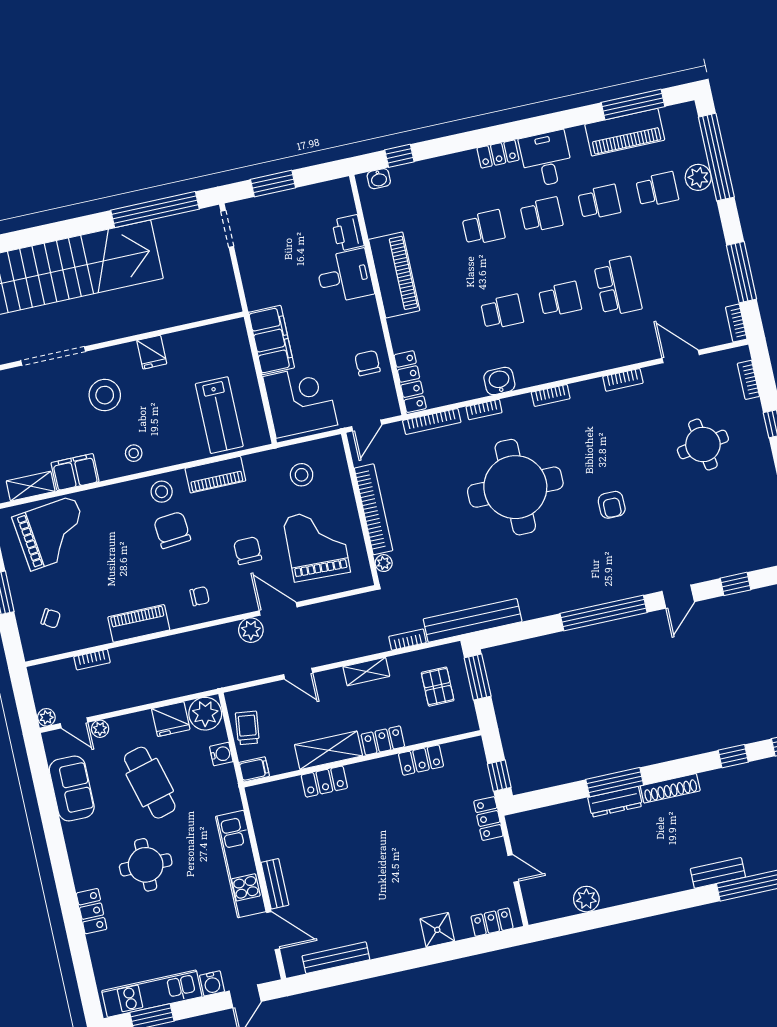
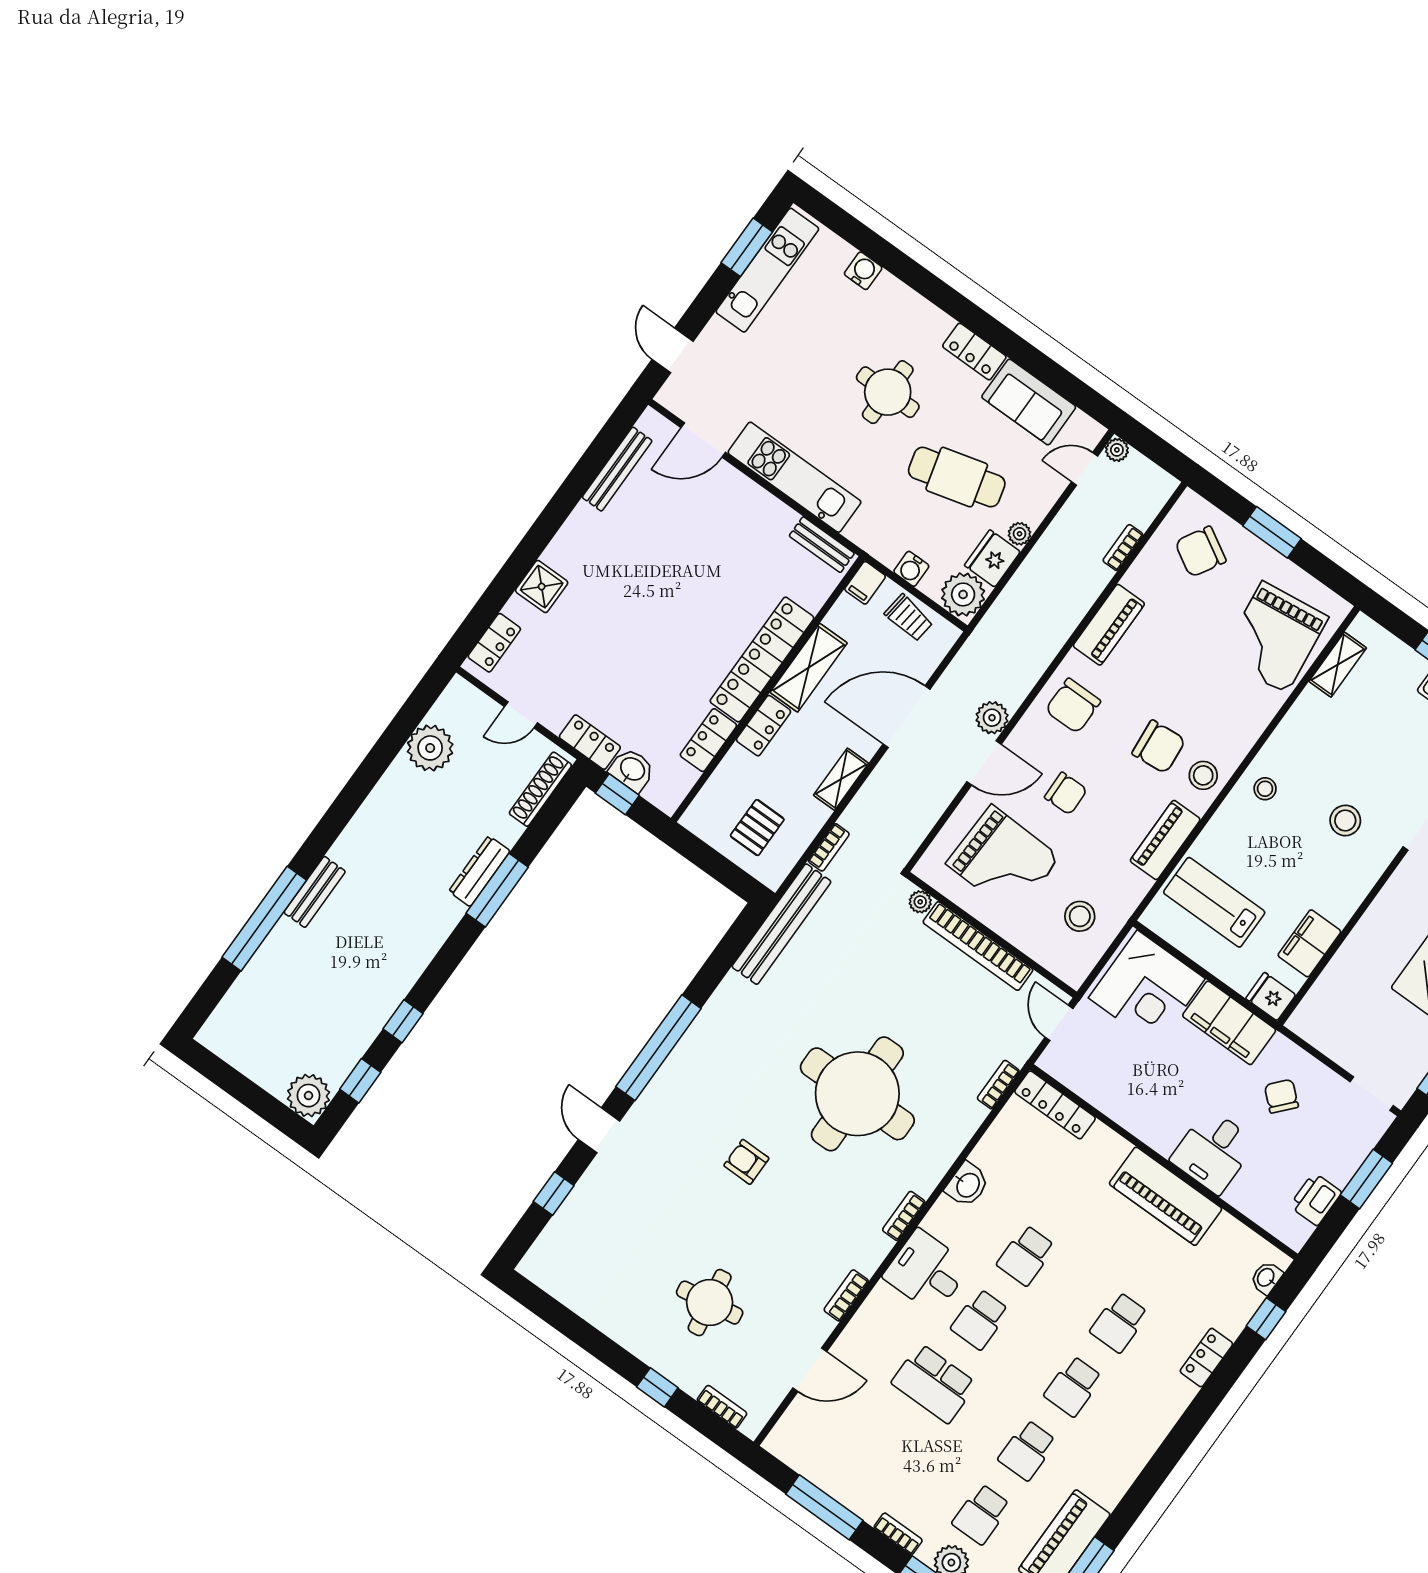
locker: (498, 154) -> (1206, 1358), moved
desk: (546, 159) -> (927, 1271), moved, turned 180
printer: (348, 233) -> (1316, 1199), moved, turned -90
bookcase: (736, 323) -> (898, 1534), moved
fridge: (152, 352) -> (1271, 997), moved
chair: (367, 363) -> (1281, 1096), moved, turned -138
stool: (105, 395) -> (1345, 820), width x0.73, depth x0.73
bookcase: (484, 410) -> (957, 1143), removed
bookcase: (432, 421) -> (998, 1085), width x0.64
filing cabinet: (75, 472) -> (1309, 943), moved, turned 180
chair: (200, 596) -> (1073, 706), width x1.87, depth x1.87
chair: (51, 618) -> (1200, 552), width x1.87, depth x1.87
door: (298, 674) -> (907, 717), width x1.87
window: (478, 677) -> (726, 873), removed
pallet: (438, 687) -> (757, 828), turned 90
plant: (100, 729) -> (1020, 534), moved
locker: (324, 782) -> (762, 660), width x2.16, depth x1.21
washbasin: (479, 782) -> (632, 770), added
shoe rack: (670, 788) -> (540, 789), moved
bench: (275, 884) -> (822, 545), moved
plant: (586, 899) -> (430, 748), width x1.36, depth x1.36
locker: (92, 911) -> (974, 352), moved
water cooler: (212, 983) -> (863, 271), moved, turned 90

